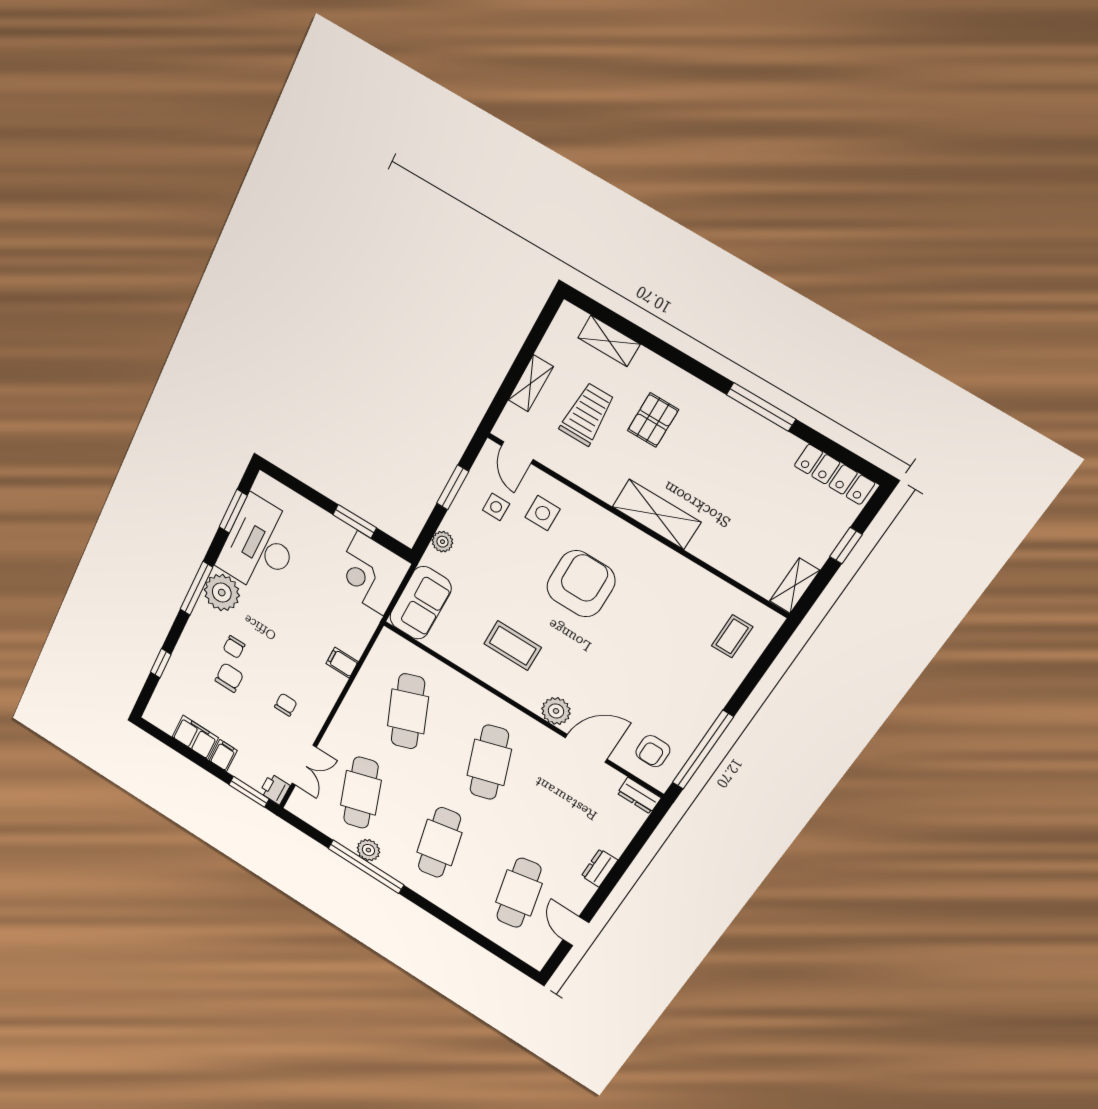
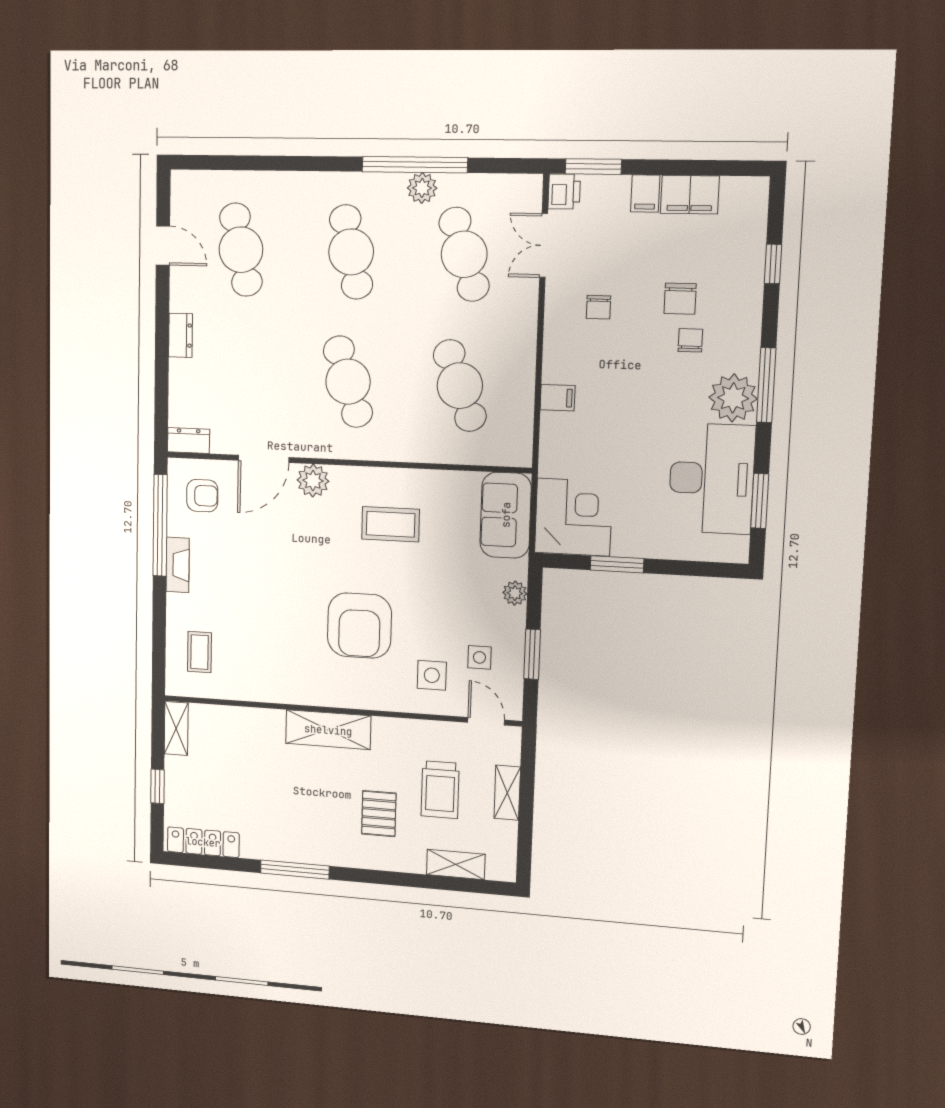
fireplace: (707, 713) -> (178, 565), added
armchair: (653, 751) -> (202, 496), turned 90

